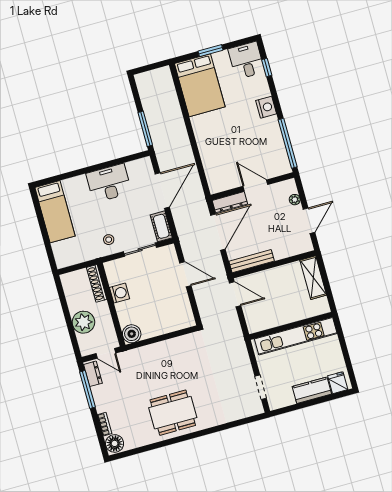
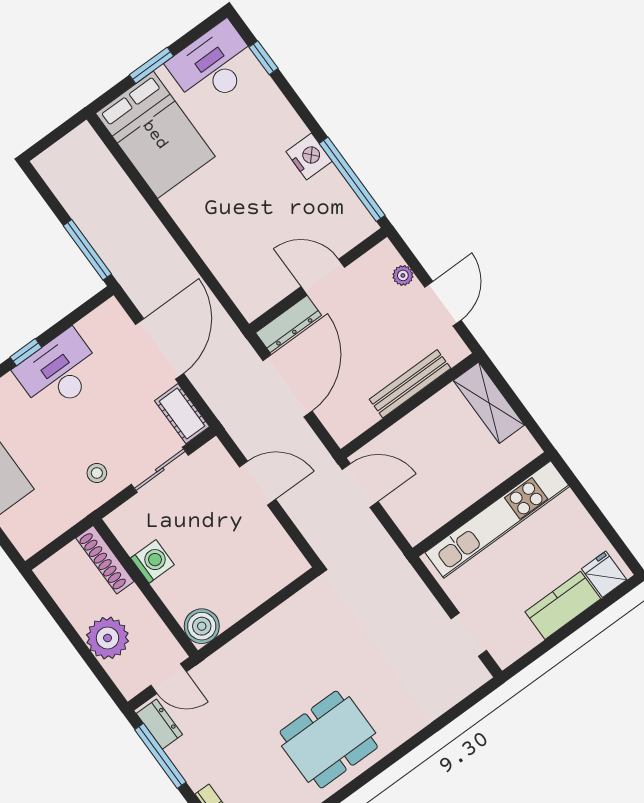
desk: (246, 60) -> (214, 65), width x1.37
nightstand: (266, 107) -> (309, 156), moved
window: (96, 167) -> (26, 352), added
bench: (252, 261) -> (410, 384), moved

